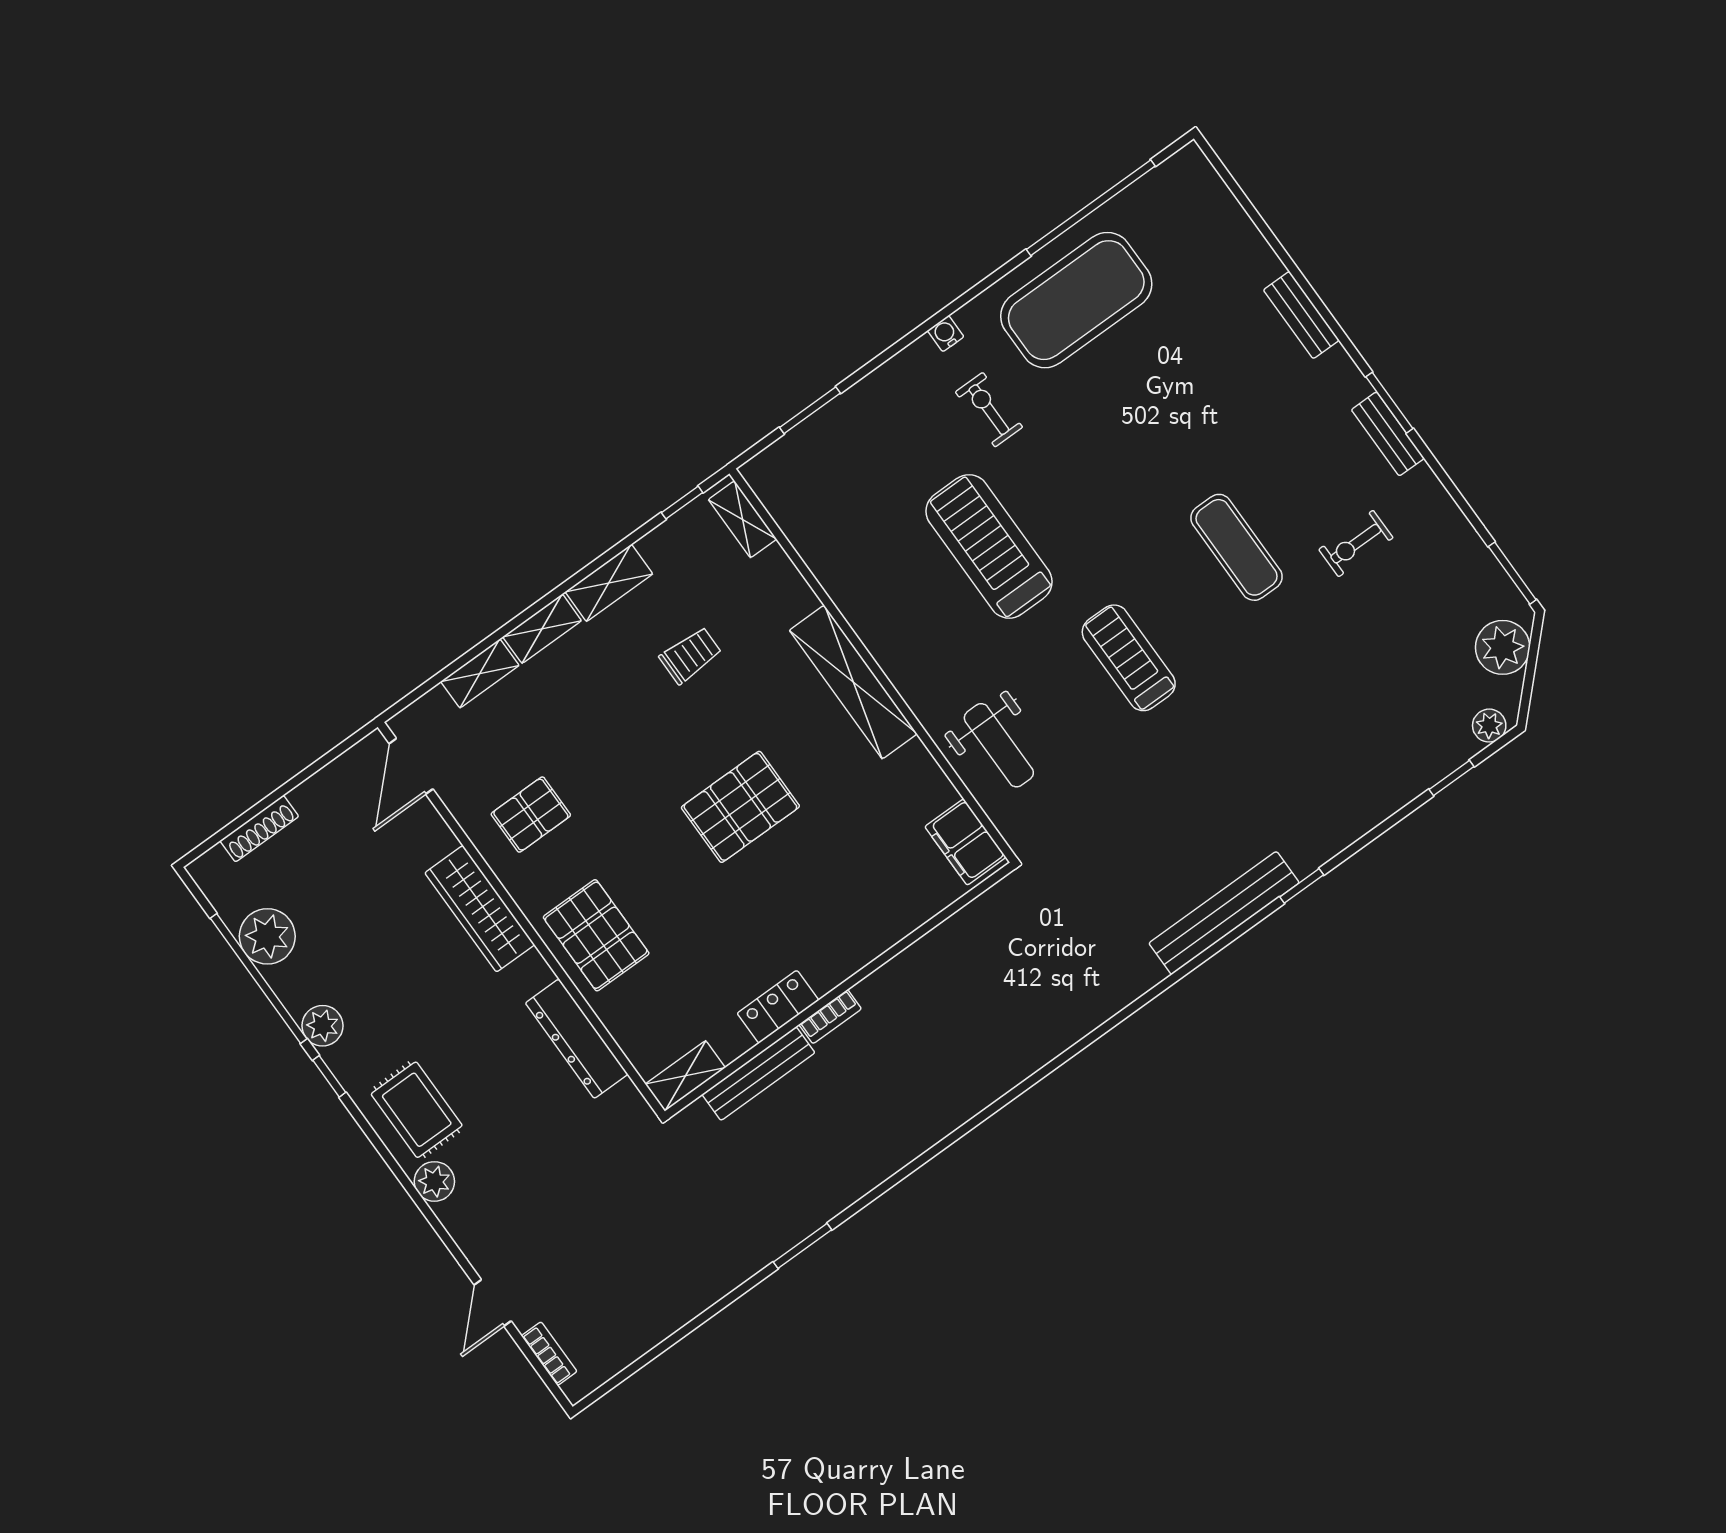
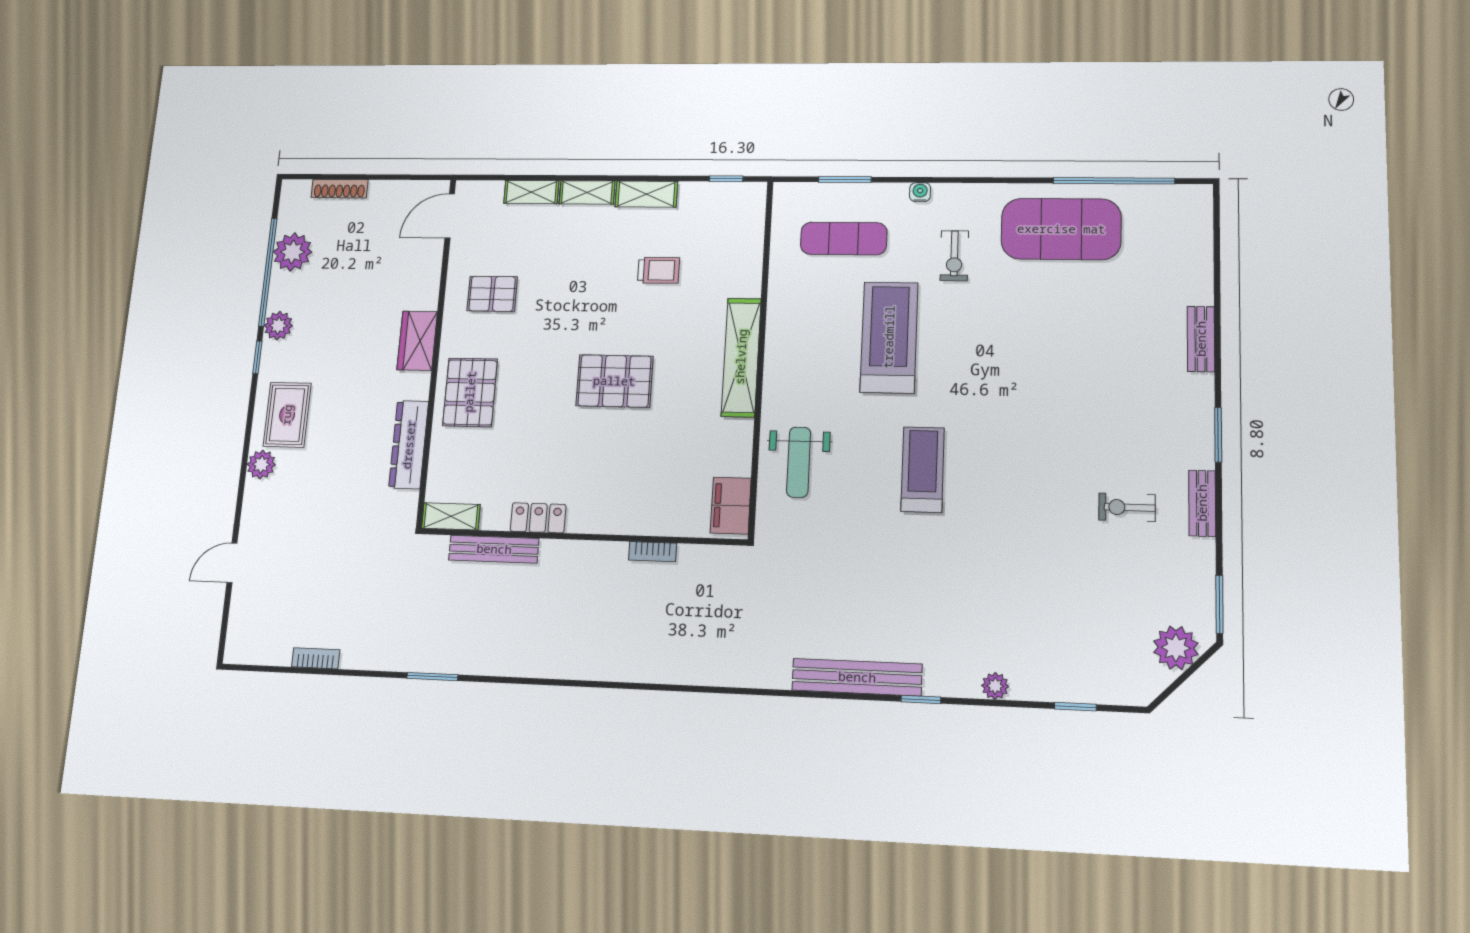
water cooler: (946, 334) -> (920, 192), moved
exercise bike: (989, 410) -> (954, 256), turned 180
bench: (1388, 434) -> (1202, 503), moved
shelving: (742, 519) -> (753, 214), removed
exercise mat: (1237, 547) -> (844, 238), moved, turned 90
plant: (1489, 726) -> (995, 686), moved
wardrobe: (480, 909) -> (417, 341), width x0.67
bookcase: (830, 1017) -> (653, 552), moved
bookcase: (549, 1354) -> (316, 658), moved, turned -90

